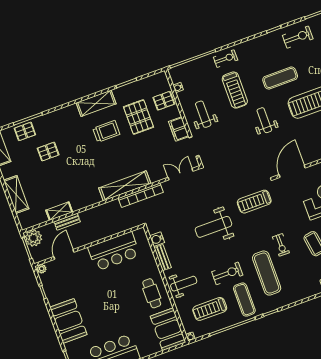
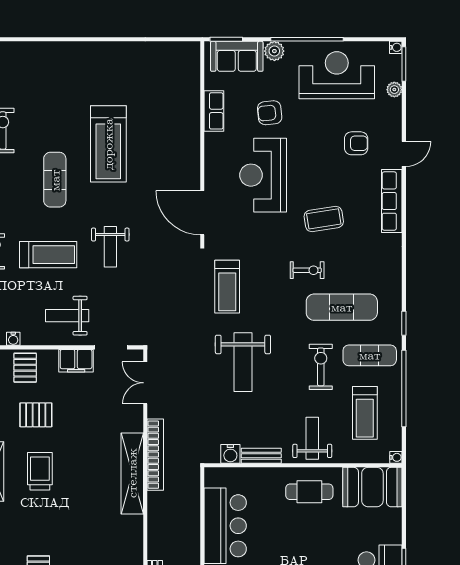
pallet: (138, 117) -> (36, 415), width x0.67, depth x0.71
weight bench: (264, 120) -> (110, 247), moved, turned -90

